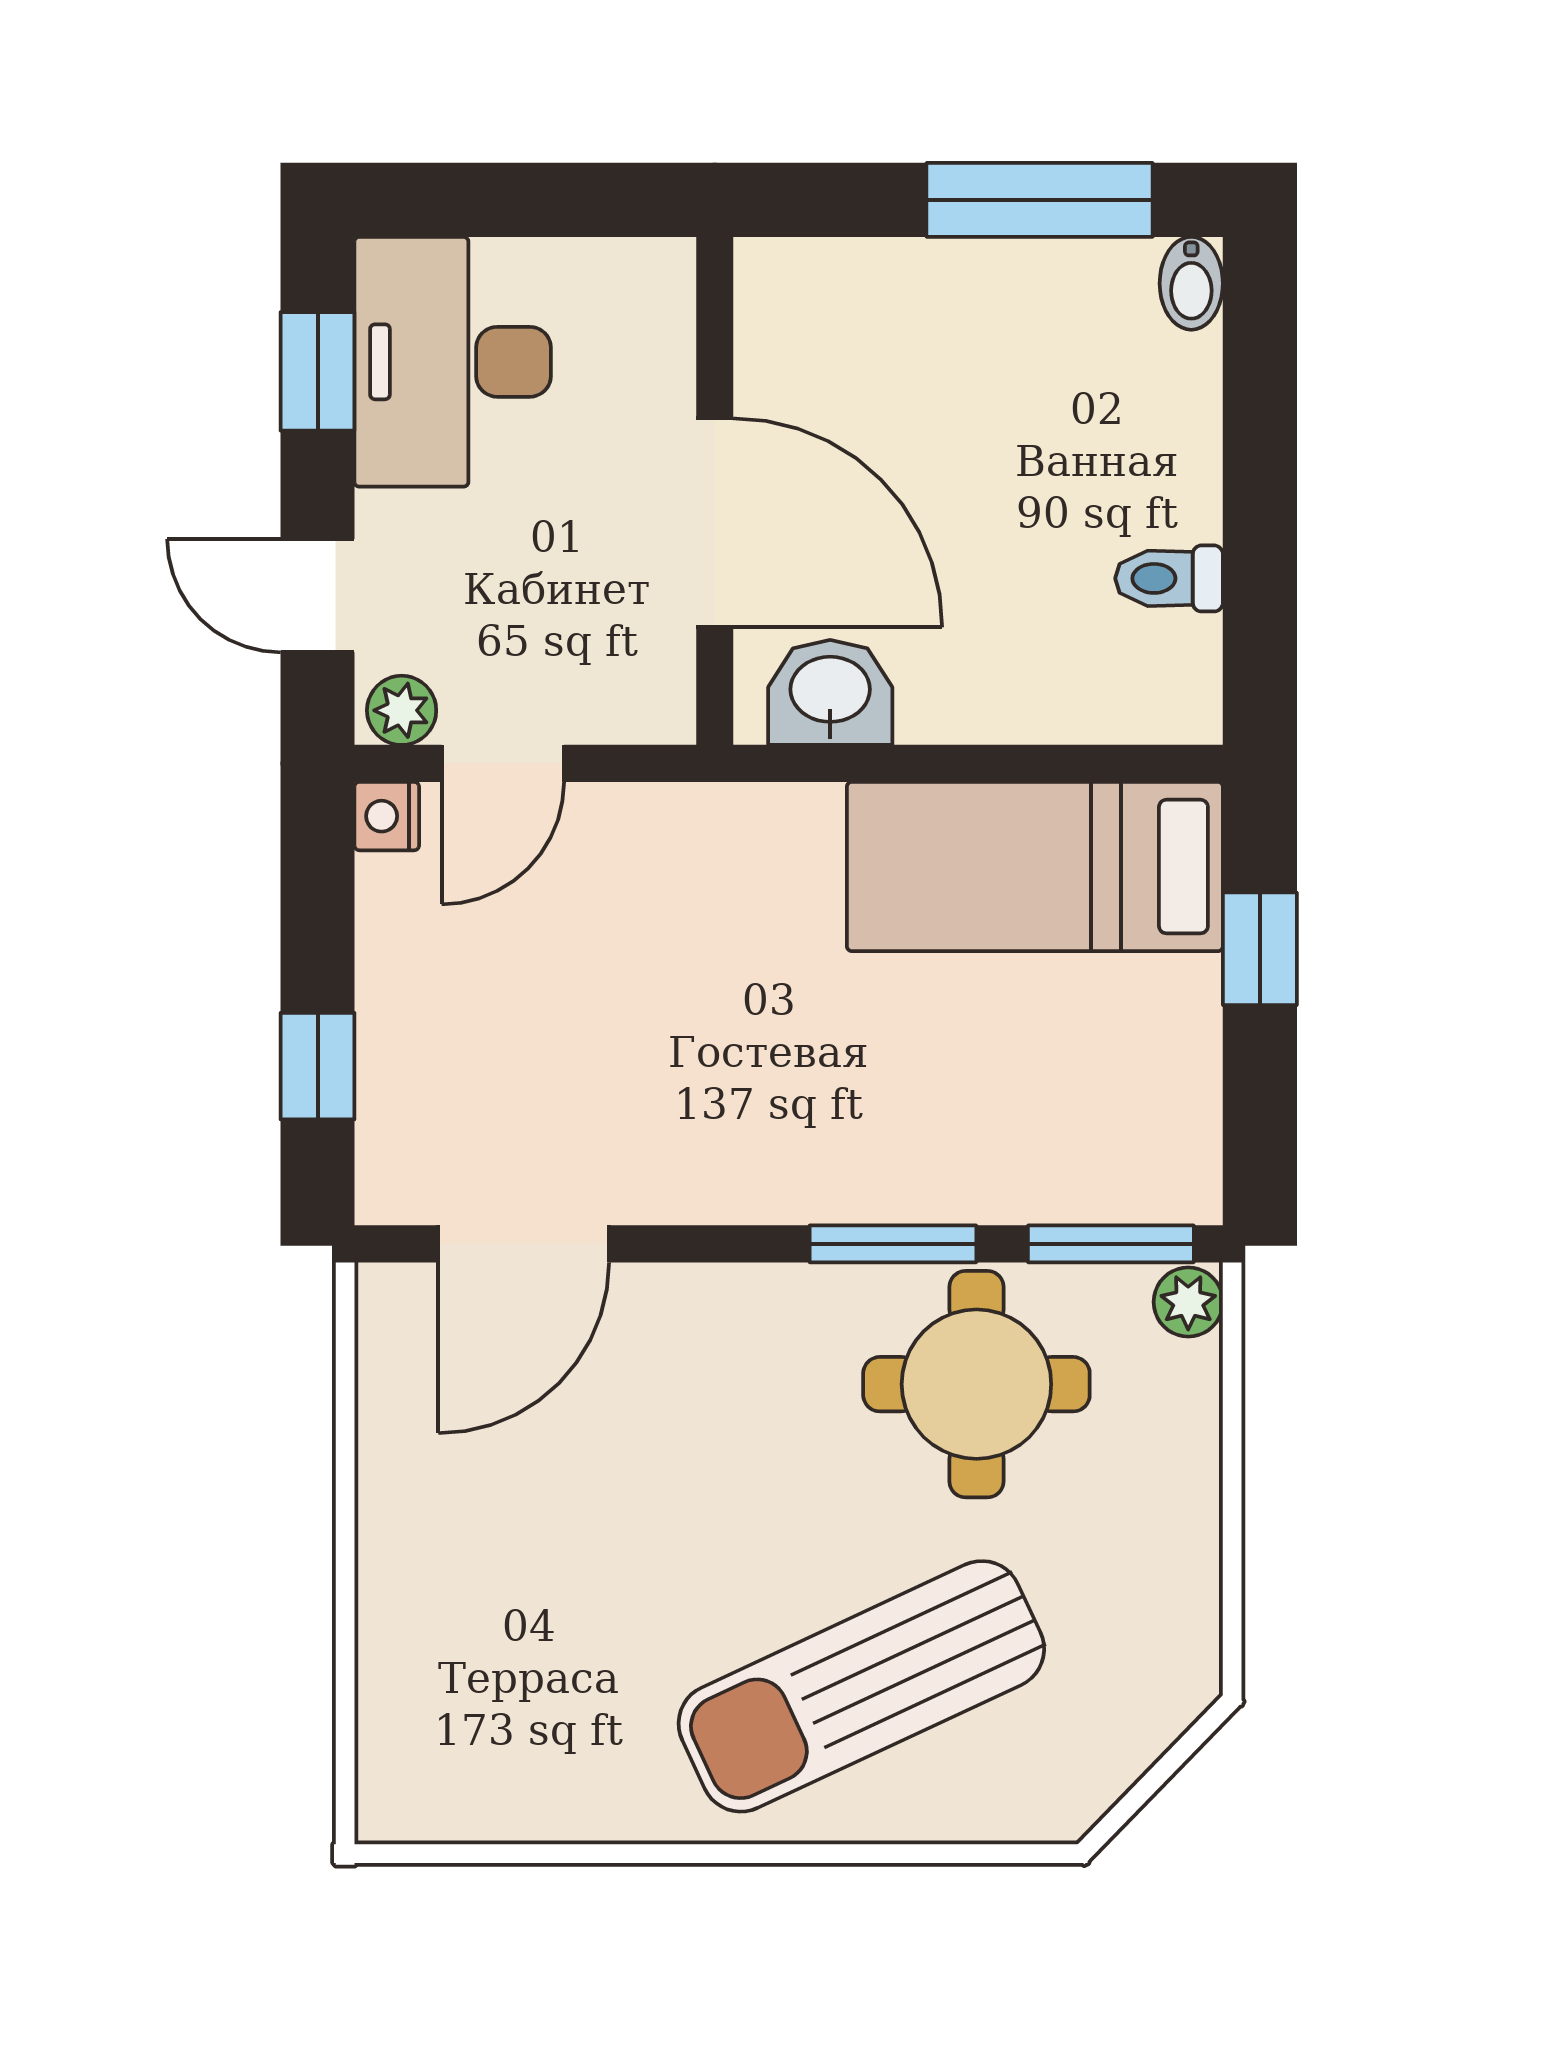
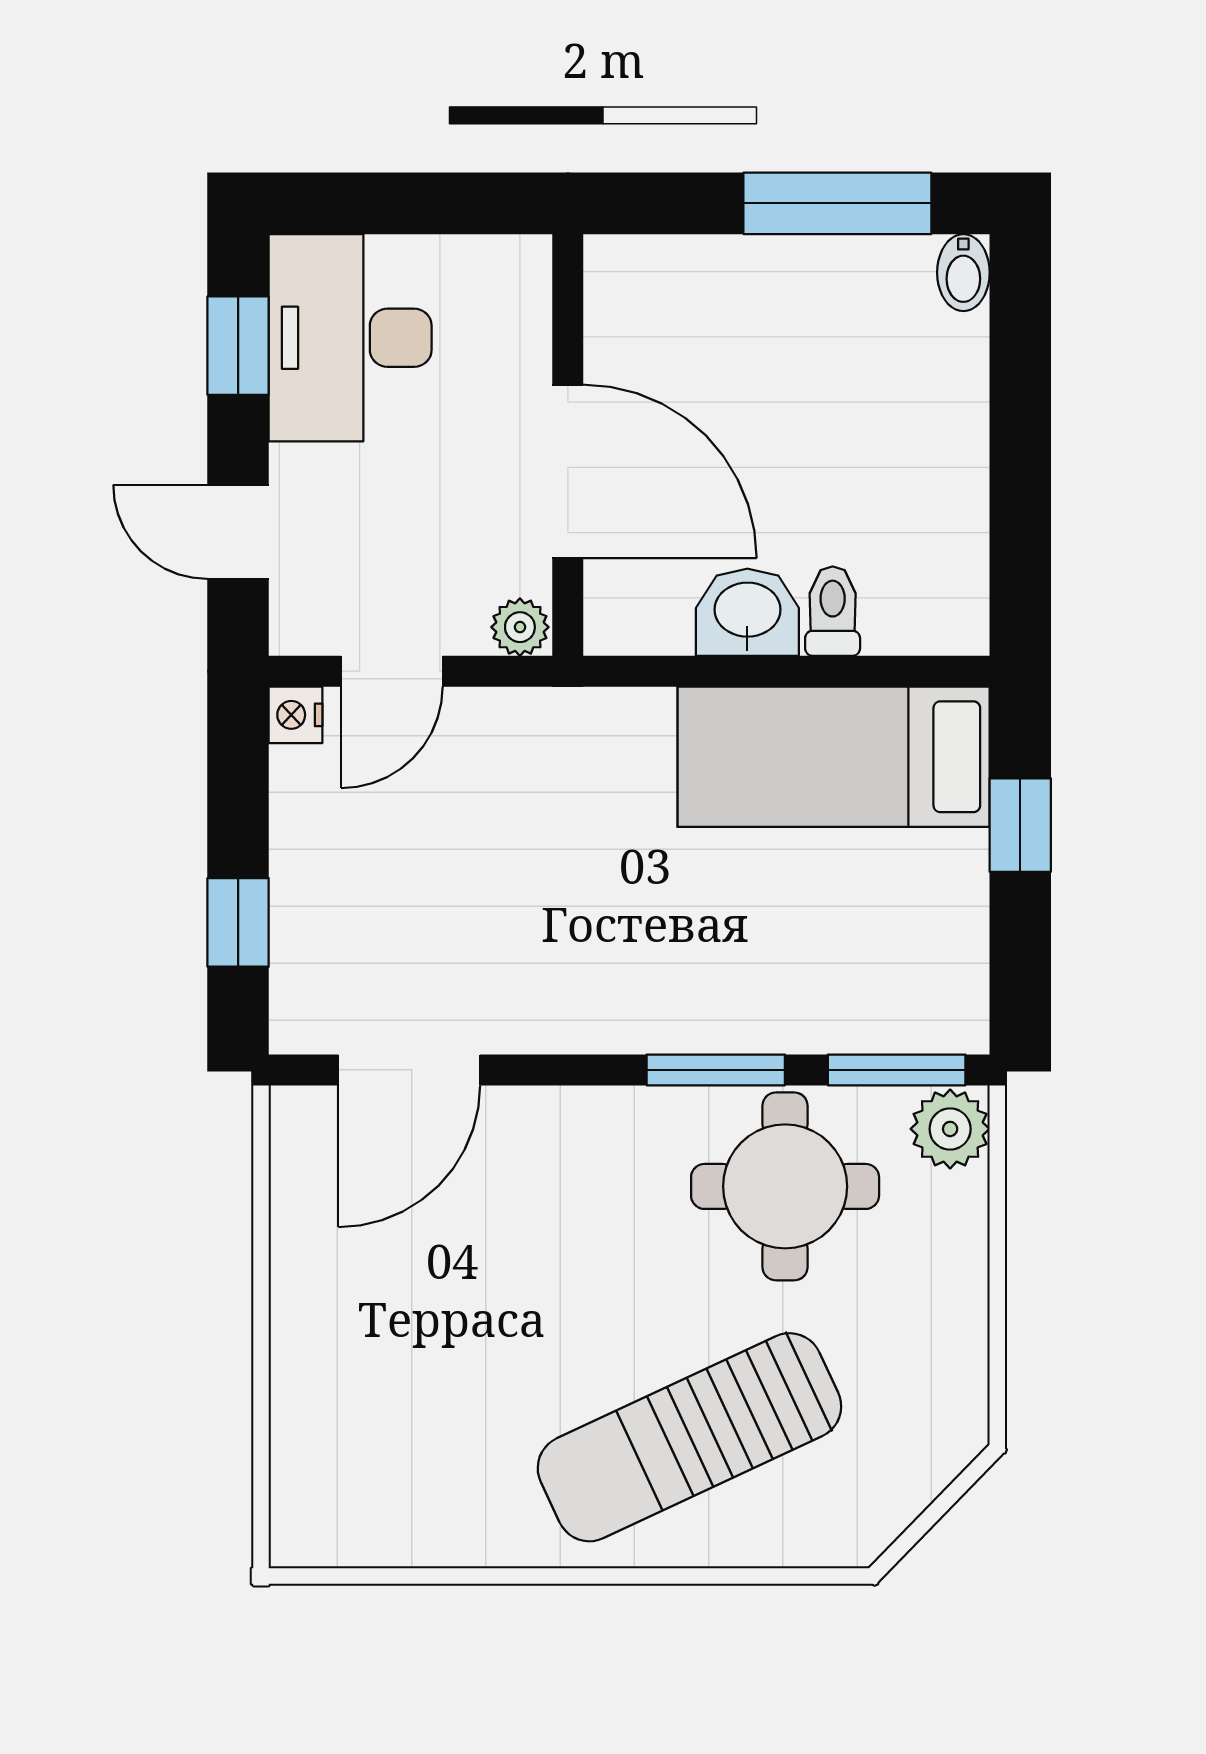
toilet: (1169, 578) -> (833, 611), moved, turned 90
washbasin: (830, 692) -> (747, 612), moved
plant: (402, 710) -> (520, 627), moved
plant: (1188, 1302) -> (950, 1129), width x1.38, depth x1.38

